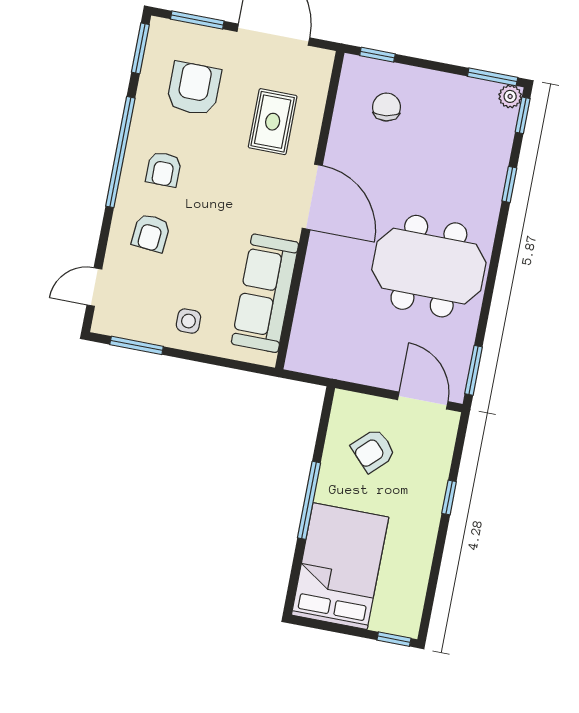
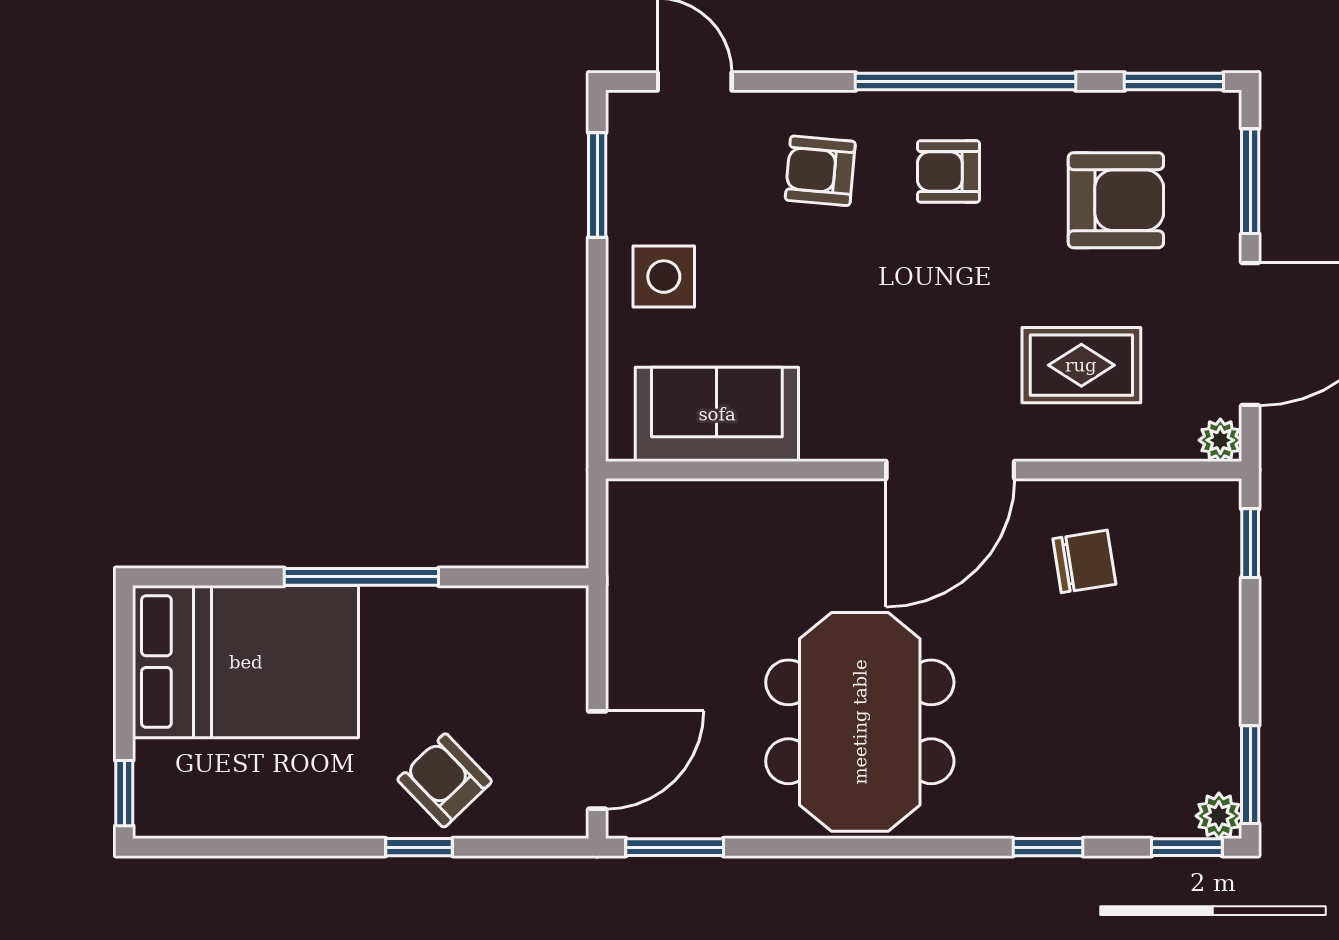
plant: (323, 60) -> (1220, 440), added
chair: (387, 107) -> (1084, 561), moved
sofa: (265, 293) -> (717, 414), width x0.73
side table: (188, 321) -> (664, 277), width x1.37, depth x1.37
armchair: (373, 450) -> (445, 780), moved

